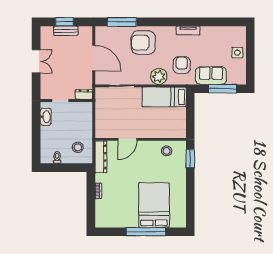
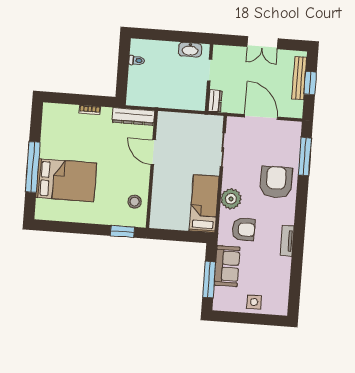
bench: (66, 31) -> (299, 78), width x1.36
door: (94, 58) -> (261, 117), swing flipped
stool: (78, 147) -> (148, 88), removed

